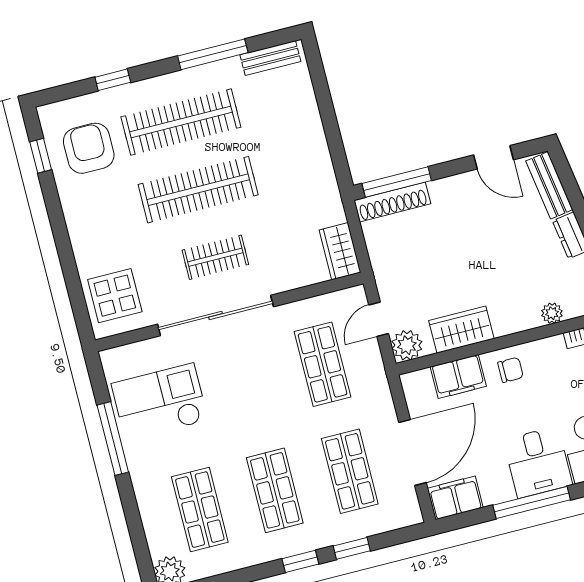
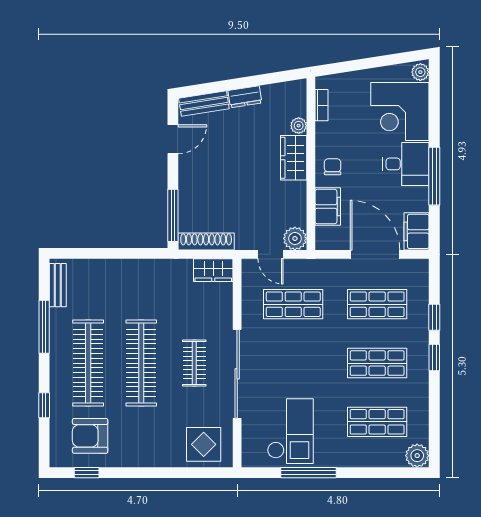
shoe rack: (392, 202) -> (206, 242), moved, turned -90
wardrobe: (461, 330) -> (294, 158), moved
checkout: (160, 402) -> (290, 431), turned 180

